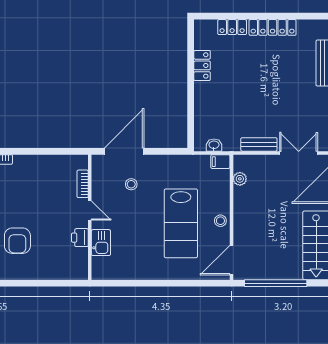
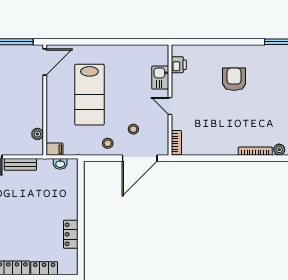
bookcase: (83, 184) -> (176, 143), moved
stool: (220, 221) -> (108, 143), moved
lab bench: (181, 223) -> (89, 95), turned 180
printer: (80, 238) -> (179, 65), moved

